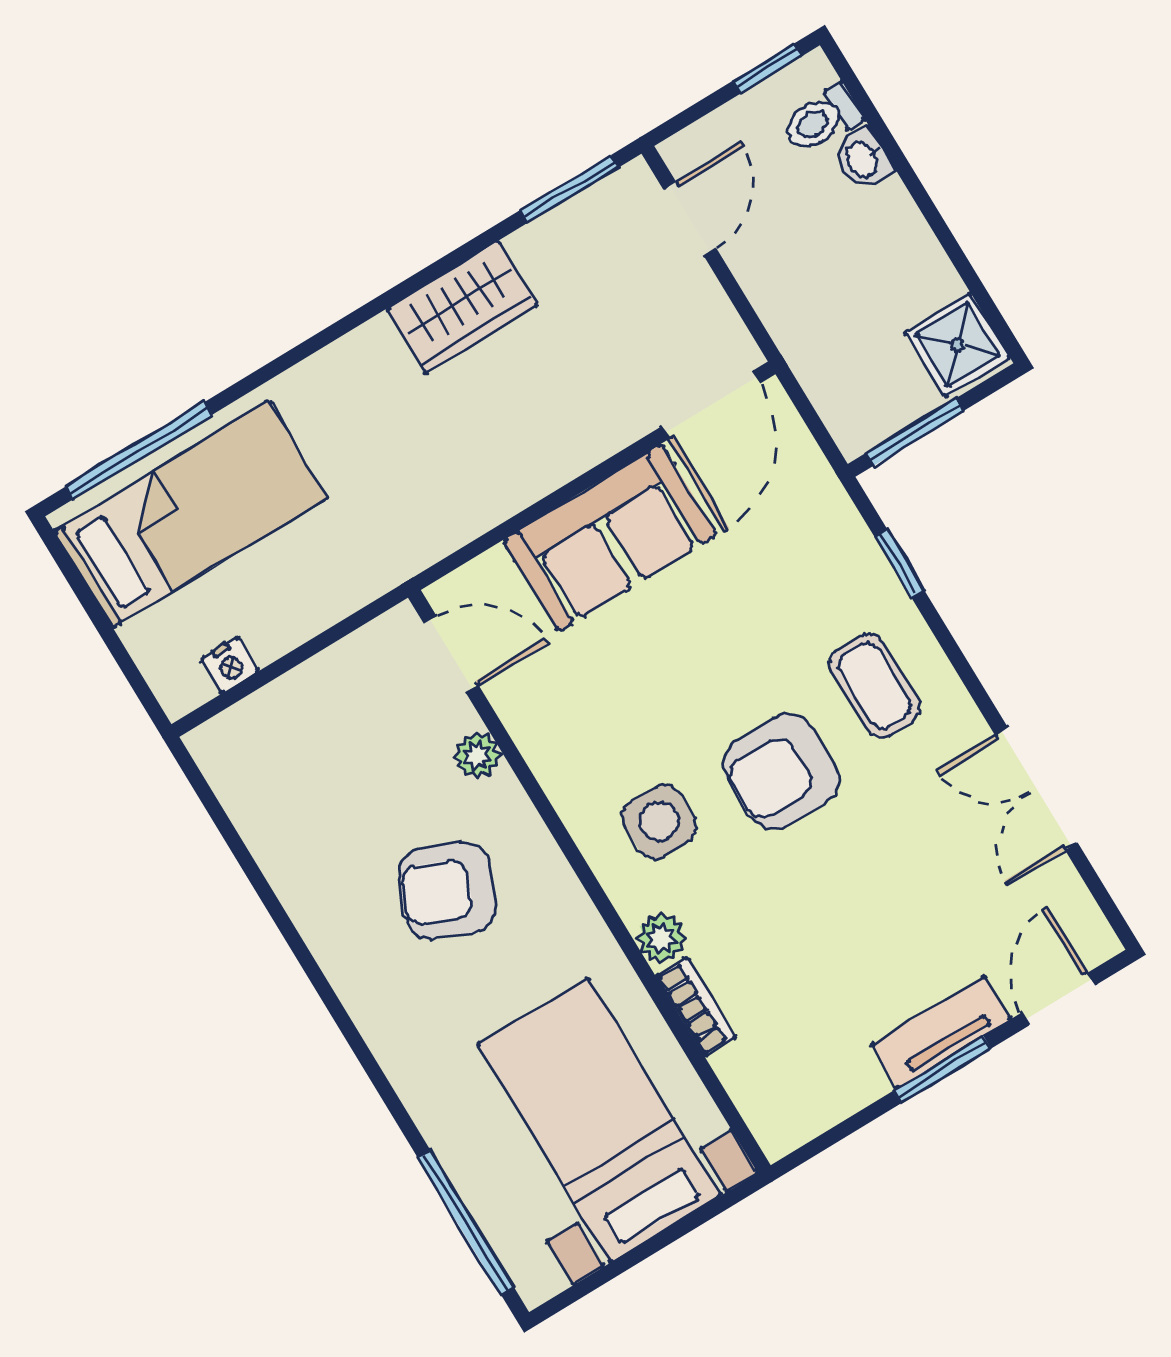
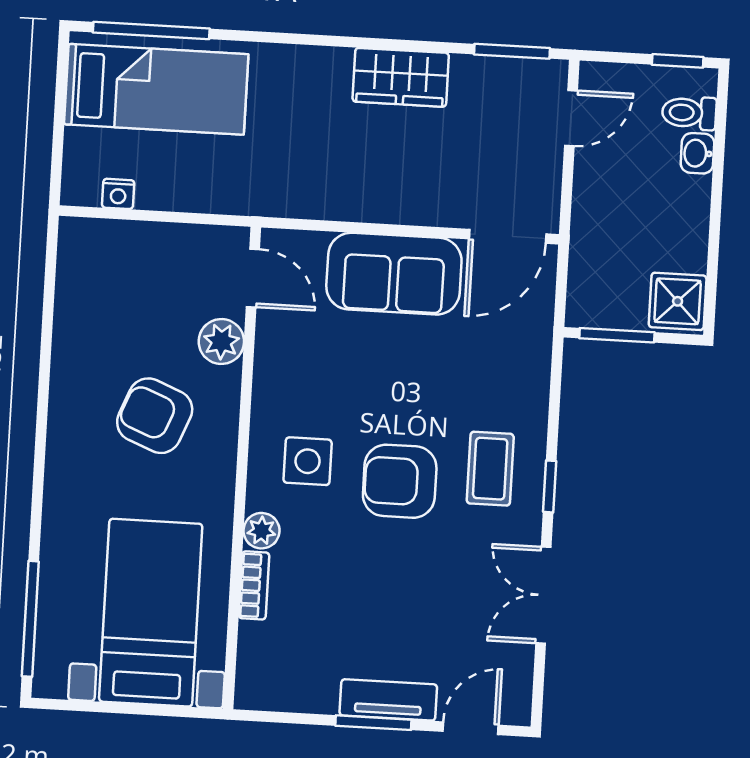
window: (899, 563) -> (550, 486), moved
plant: (477, 755) -> (221, 341), width x1.38, depth x1.38

